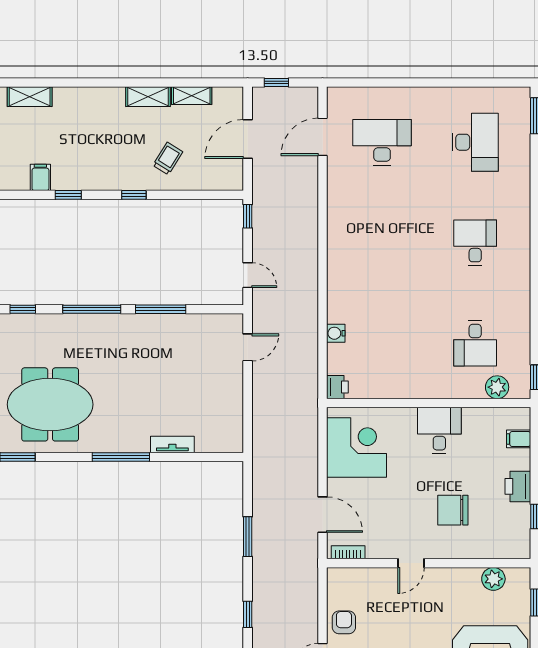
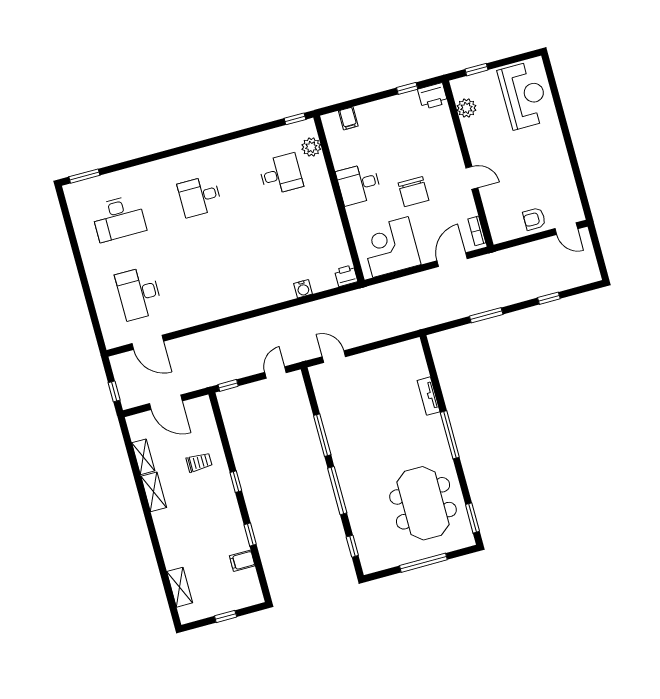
desk: (475, 142) -> (119, 218), turned 180
trolley: (168, 158) -> (199, 462), turned 148
printer: (518, 486) -> (433, 96), moved
chair: (453, 510) -> (413, 192), moved

